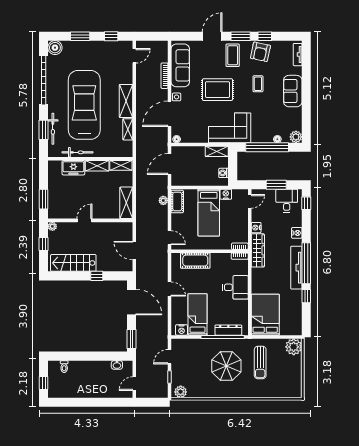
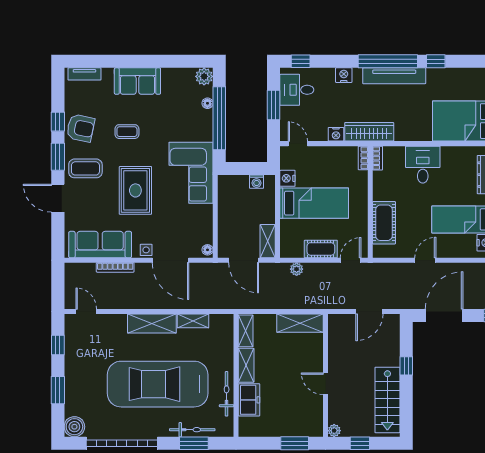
shelving: (217, 151) -> (268, 241), moved
cot: (177, 202) -> (321, 249), moved

